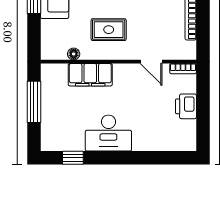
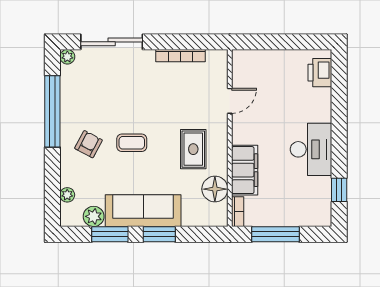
floor lamp: (74, 54) -> (215, 189), width x1.89, depth x1.89
bookcase: (183, 69) -> (238, 212), moved
printer: (186, 106) -> (320, 73), moved, turned 90

